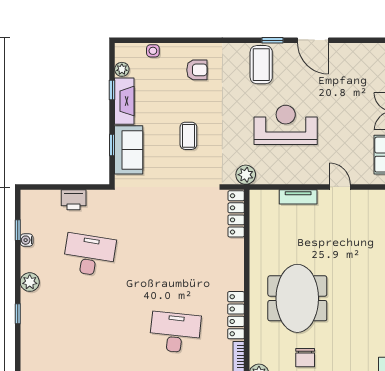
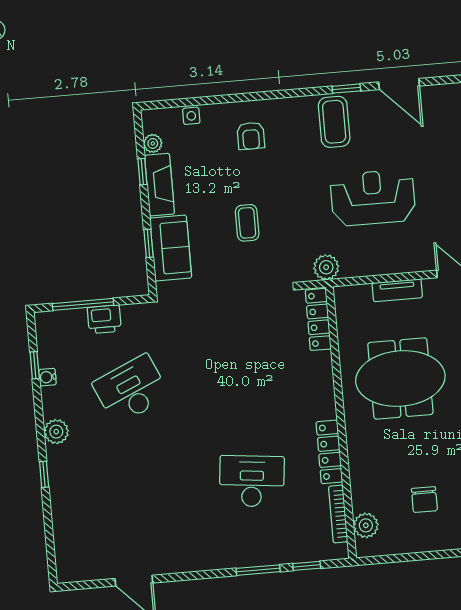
armchair: (197, 70) -> (251, 136), turned 90
window: (58, 187) -> (83, 304), added
desk: (89, 255) -> (131, 390), turned -33
meeting table: (297, 298) -> (400, 378), moved, turned 90

